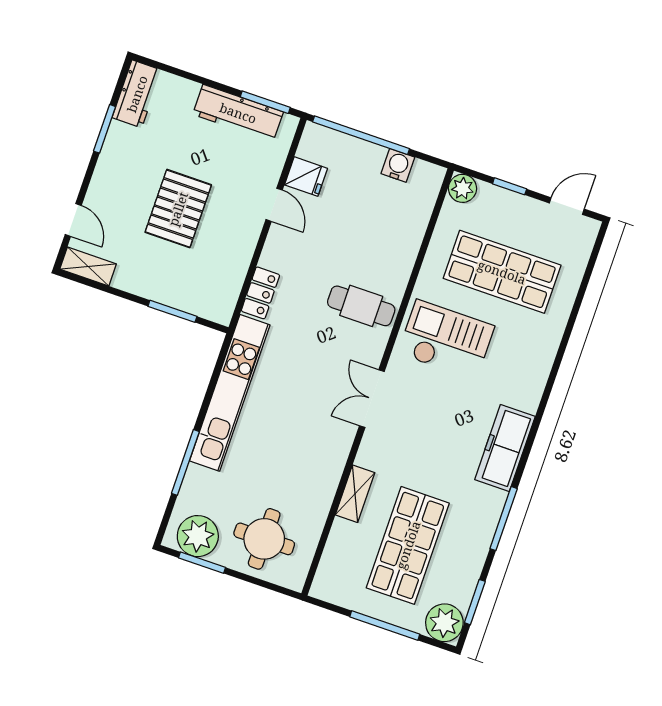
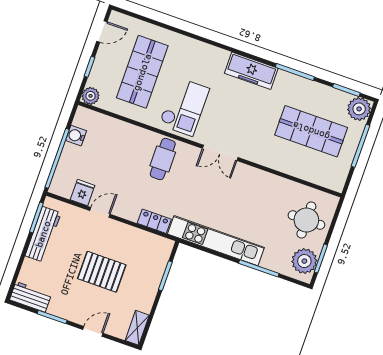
door: (567, 206) -> (102, 31), swing flipped
door: (73, 220) -> (93, 331), moved
checkout: (446, 340) -> (184, 107), turned 180
shelving: (355, 494) -> (279, 164), removed

